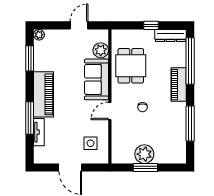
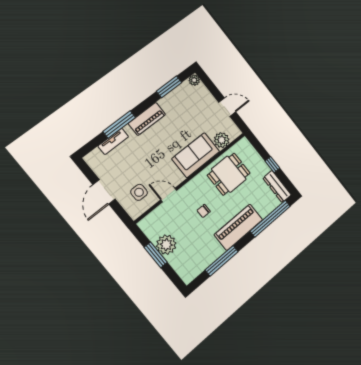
piano: (179, 85) -> (238, 227), width x1.37, depth x1.33
piano: (43, 94) -> (147, 119), width x0.73, depth x0.75
door: (110, 111) -> (169, 195), moved

